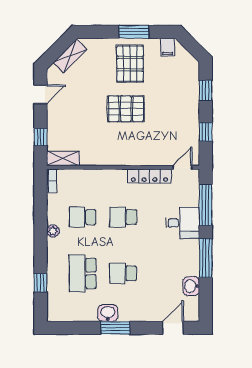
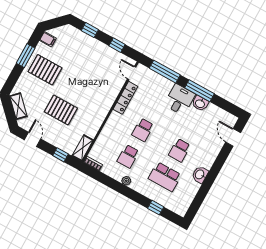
pallet: (126, 109) -> (61, 110), moved, turned 90
desk: (183, 223) -> (180, 100), moved
washbasin: (191, 286) -> (200, 103), moved
window: (115, 328) -> (212, 175), removed

